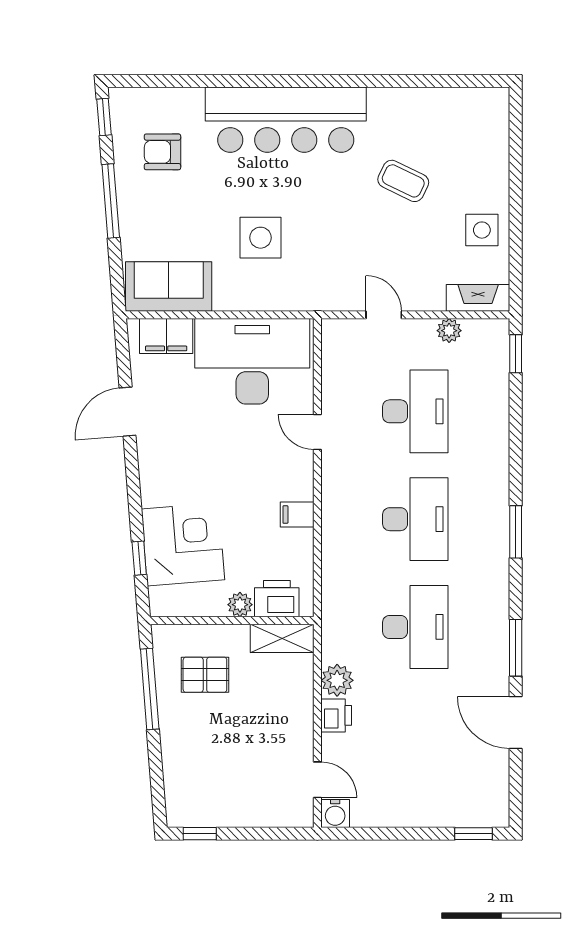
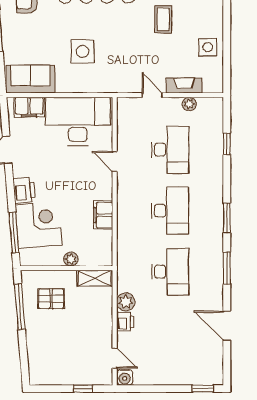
coffee table: (403, 181) -> (163, 19), turned 64
fireplace: (478, 298) -> (184, 85), moved
window: (516, 354) -> (227, 144), moved
filing cabinet: (297, 515) -> (103, 215), width x2.00
window: (139, 558) -> (14, 233), width x2.17
printer: (277, 599) -> (24, 190), moved, turned 85
window: (516, 648) -> (227, 268), moved
window: (200, 834) -> (83, 389), moved

